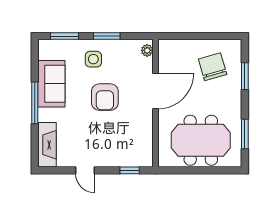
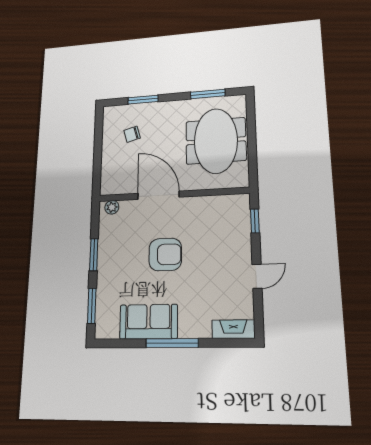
side table: (93, 59) -> (120, 270), removed
chair: (213, 67) -> (132, 134), width x0.54, depth x0.54
fireplace: (47, 145) -> (233, 329), width x0.73, depth x0.76

